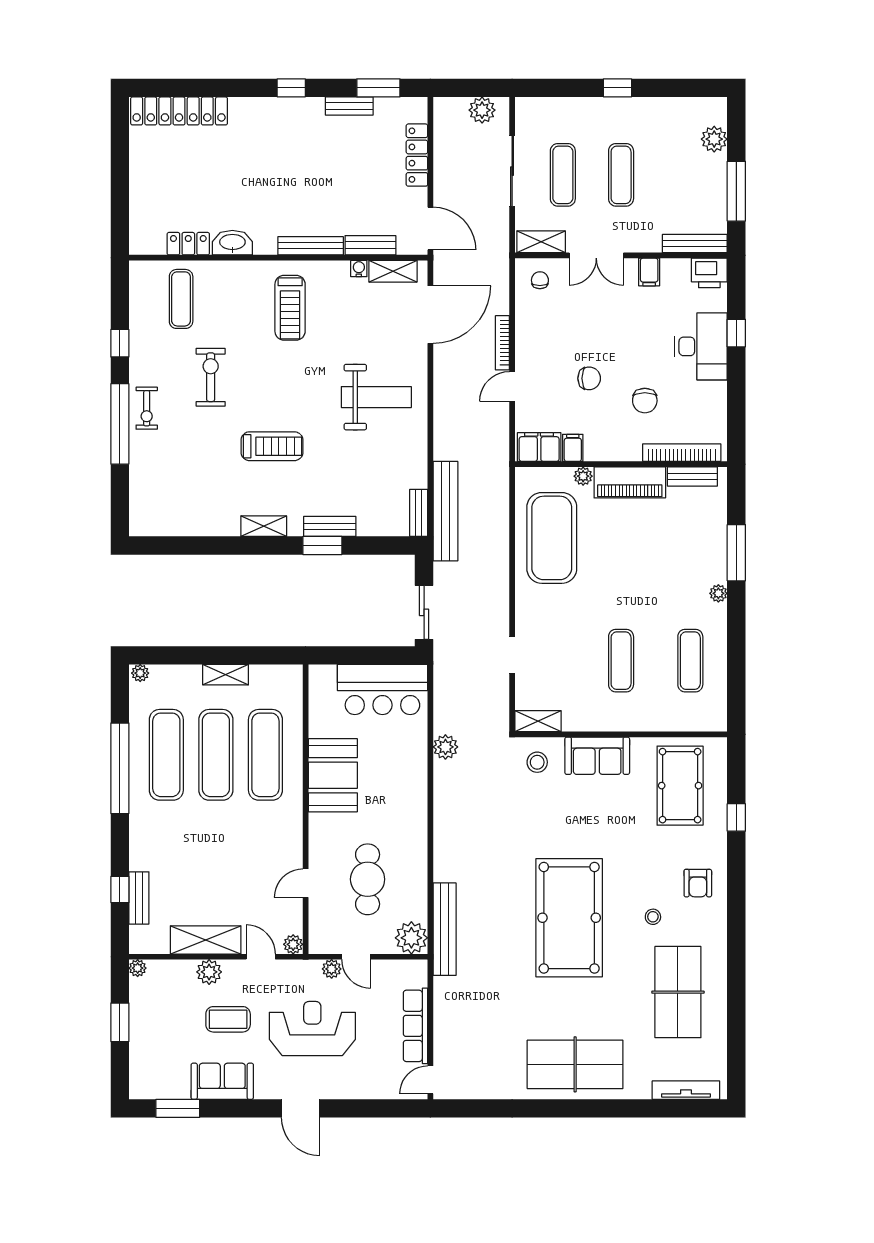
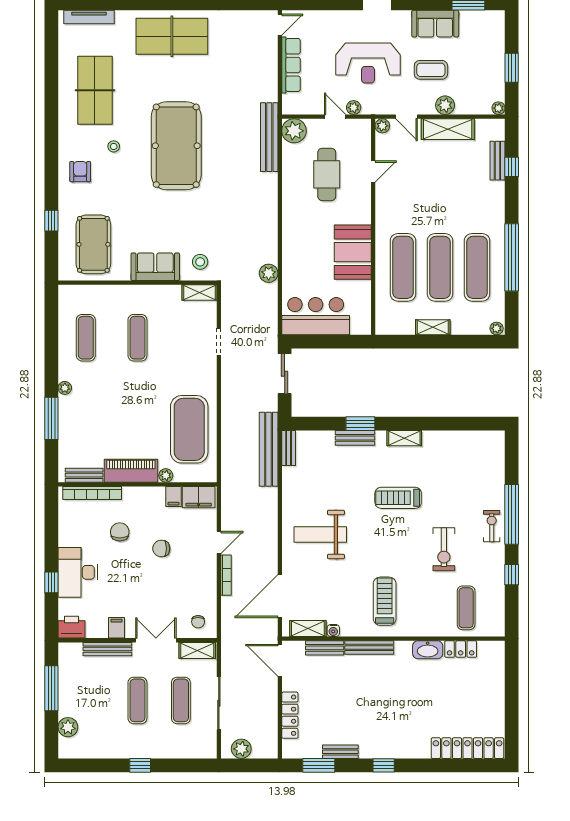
bench: (695, 244) -> (107, 649), moved

